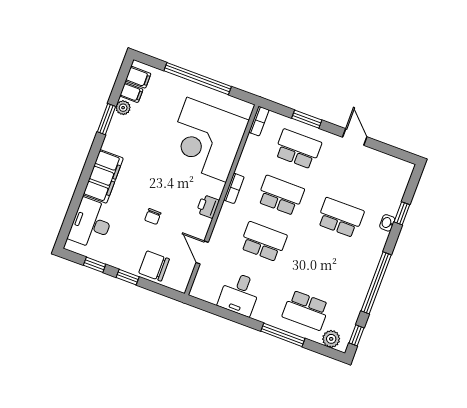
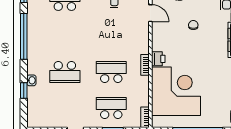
school desk: (298, 149) -> (111, 108), turned 180
school desk: (281, 195) -> (111, 72), turned 180
printer: (208, 206) -> (158, 59), moved
school desk: (263, 242) -> (111, 36), removed

